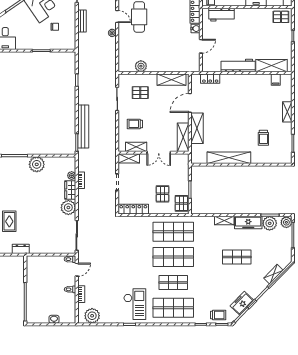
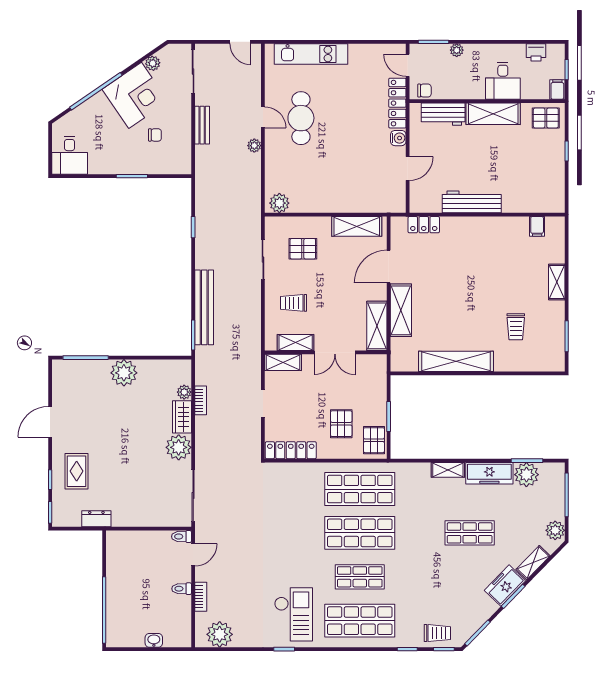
plant: (141, 66) -> (279, 203), moved
shelving: (271, 66) -> (493, 114), moved
plant: (286, 222) -> (555, 530), moved
freezer: (242, 303) -> (505, 586), moved

